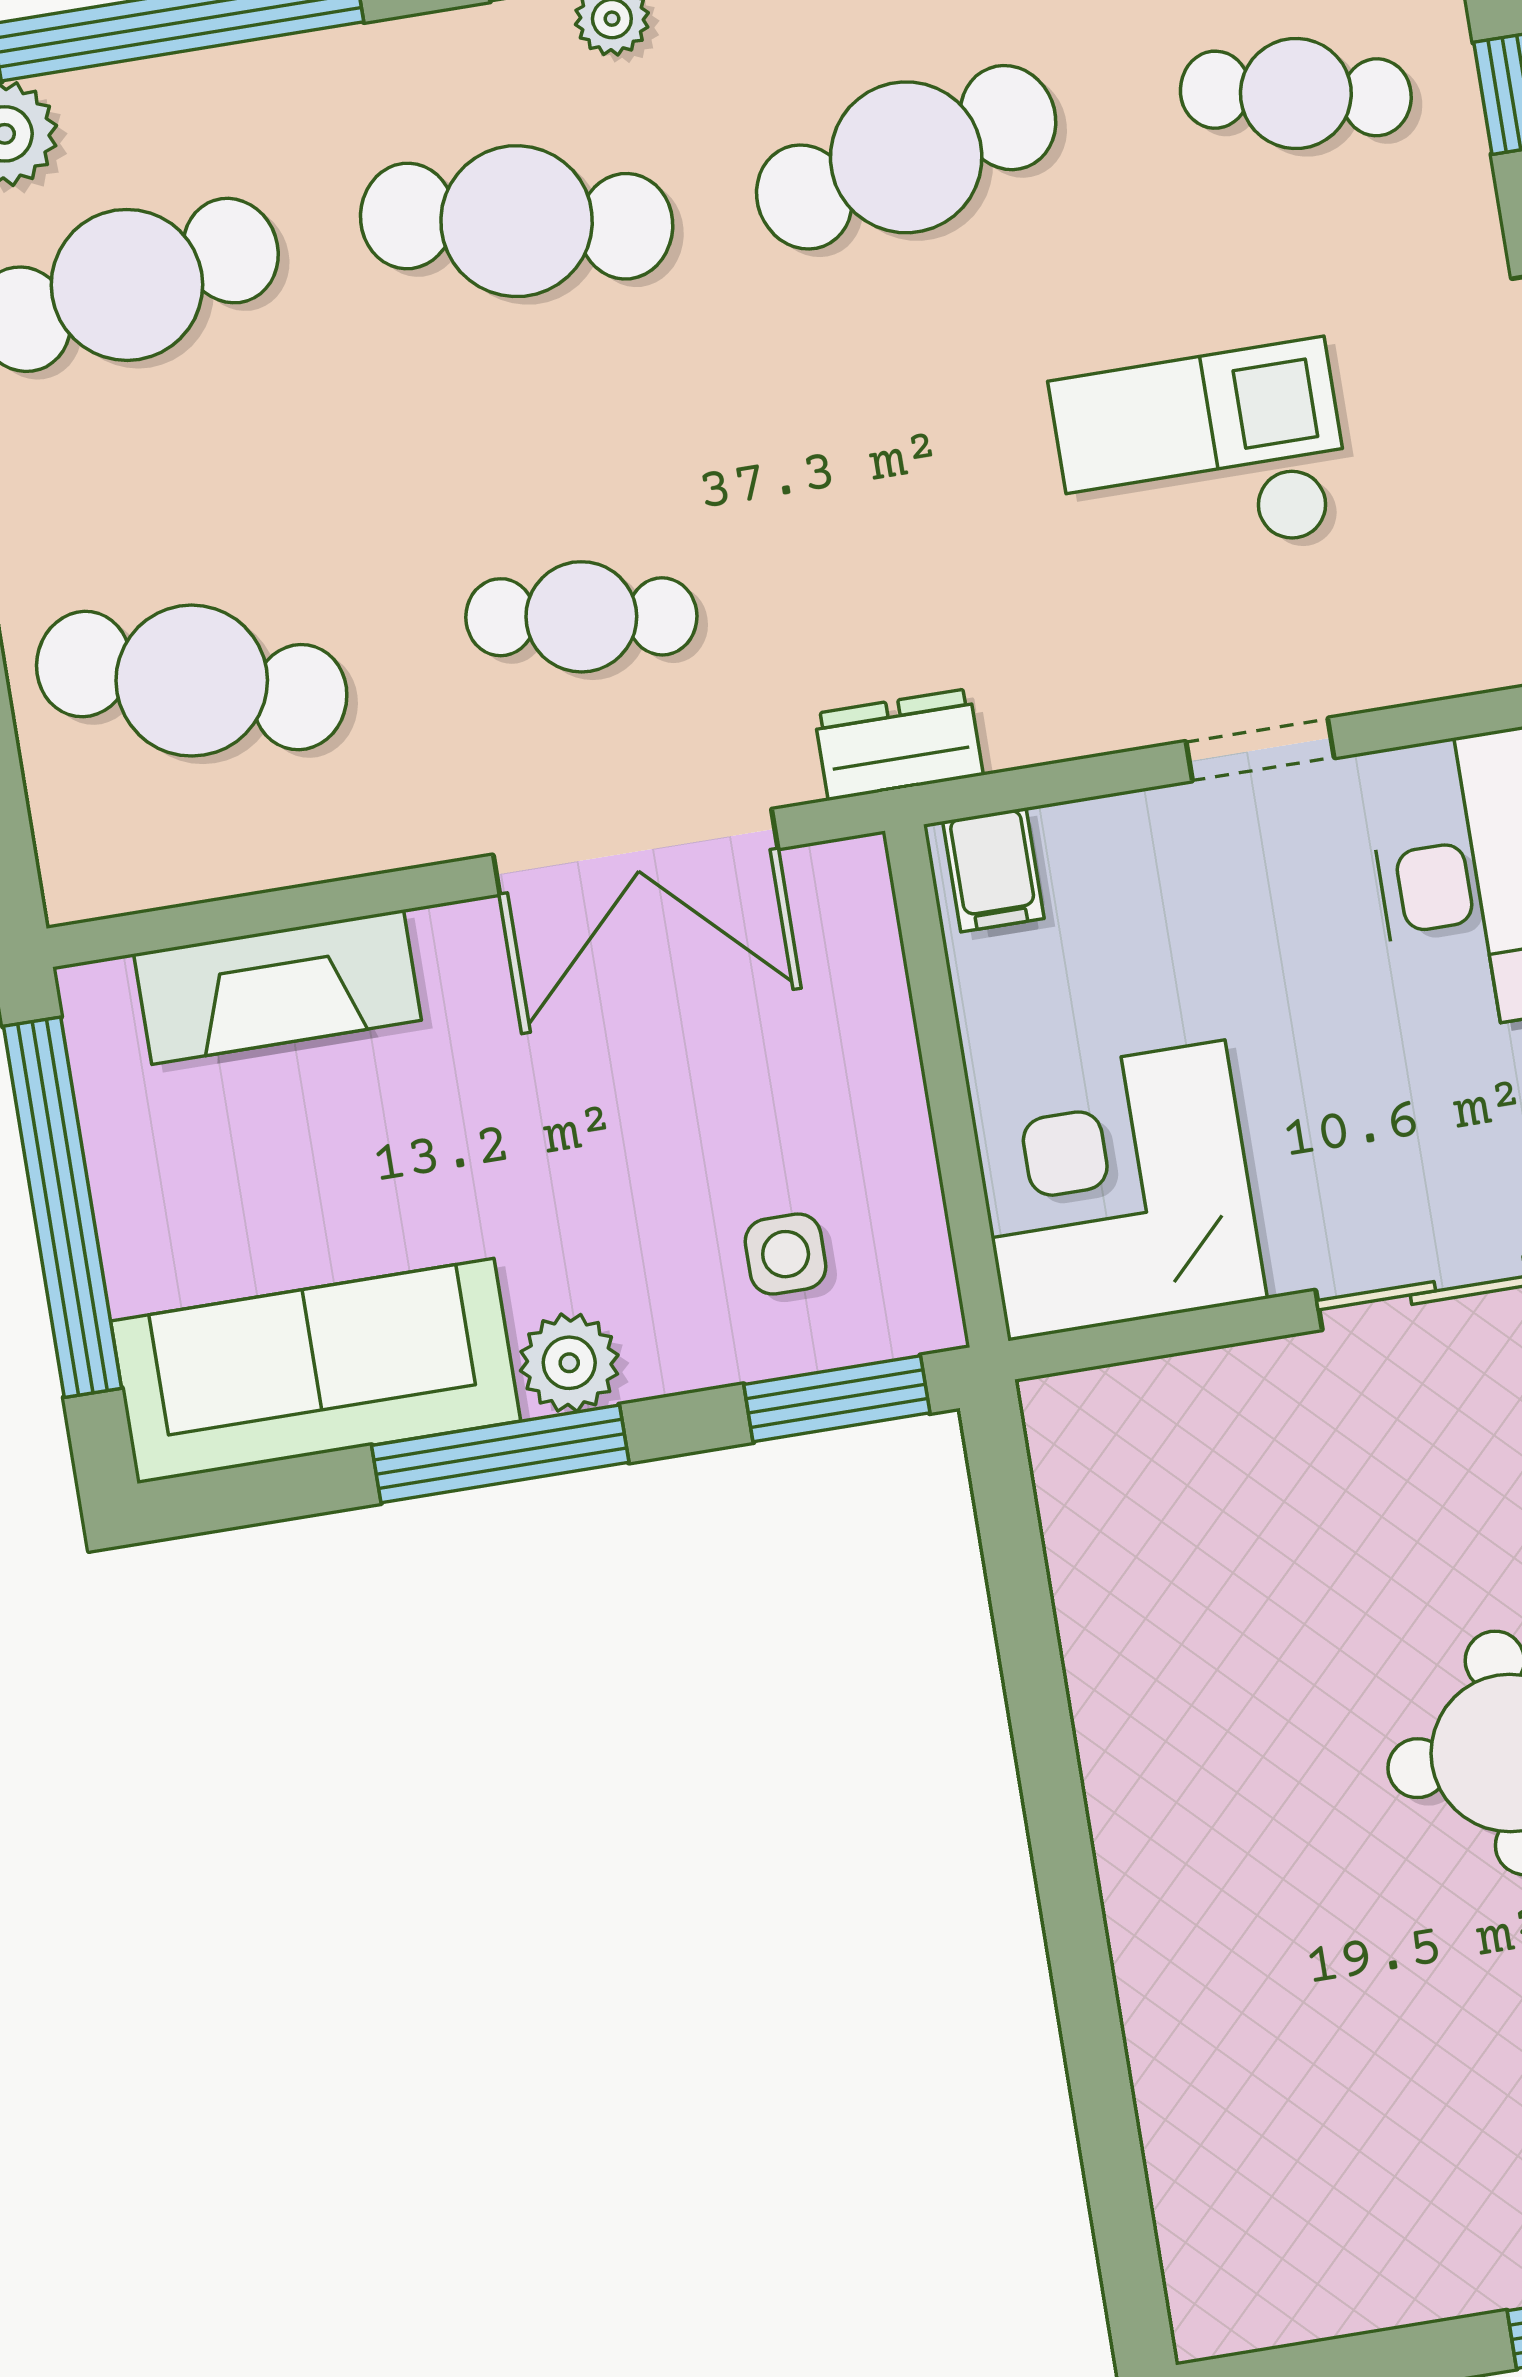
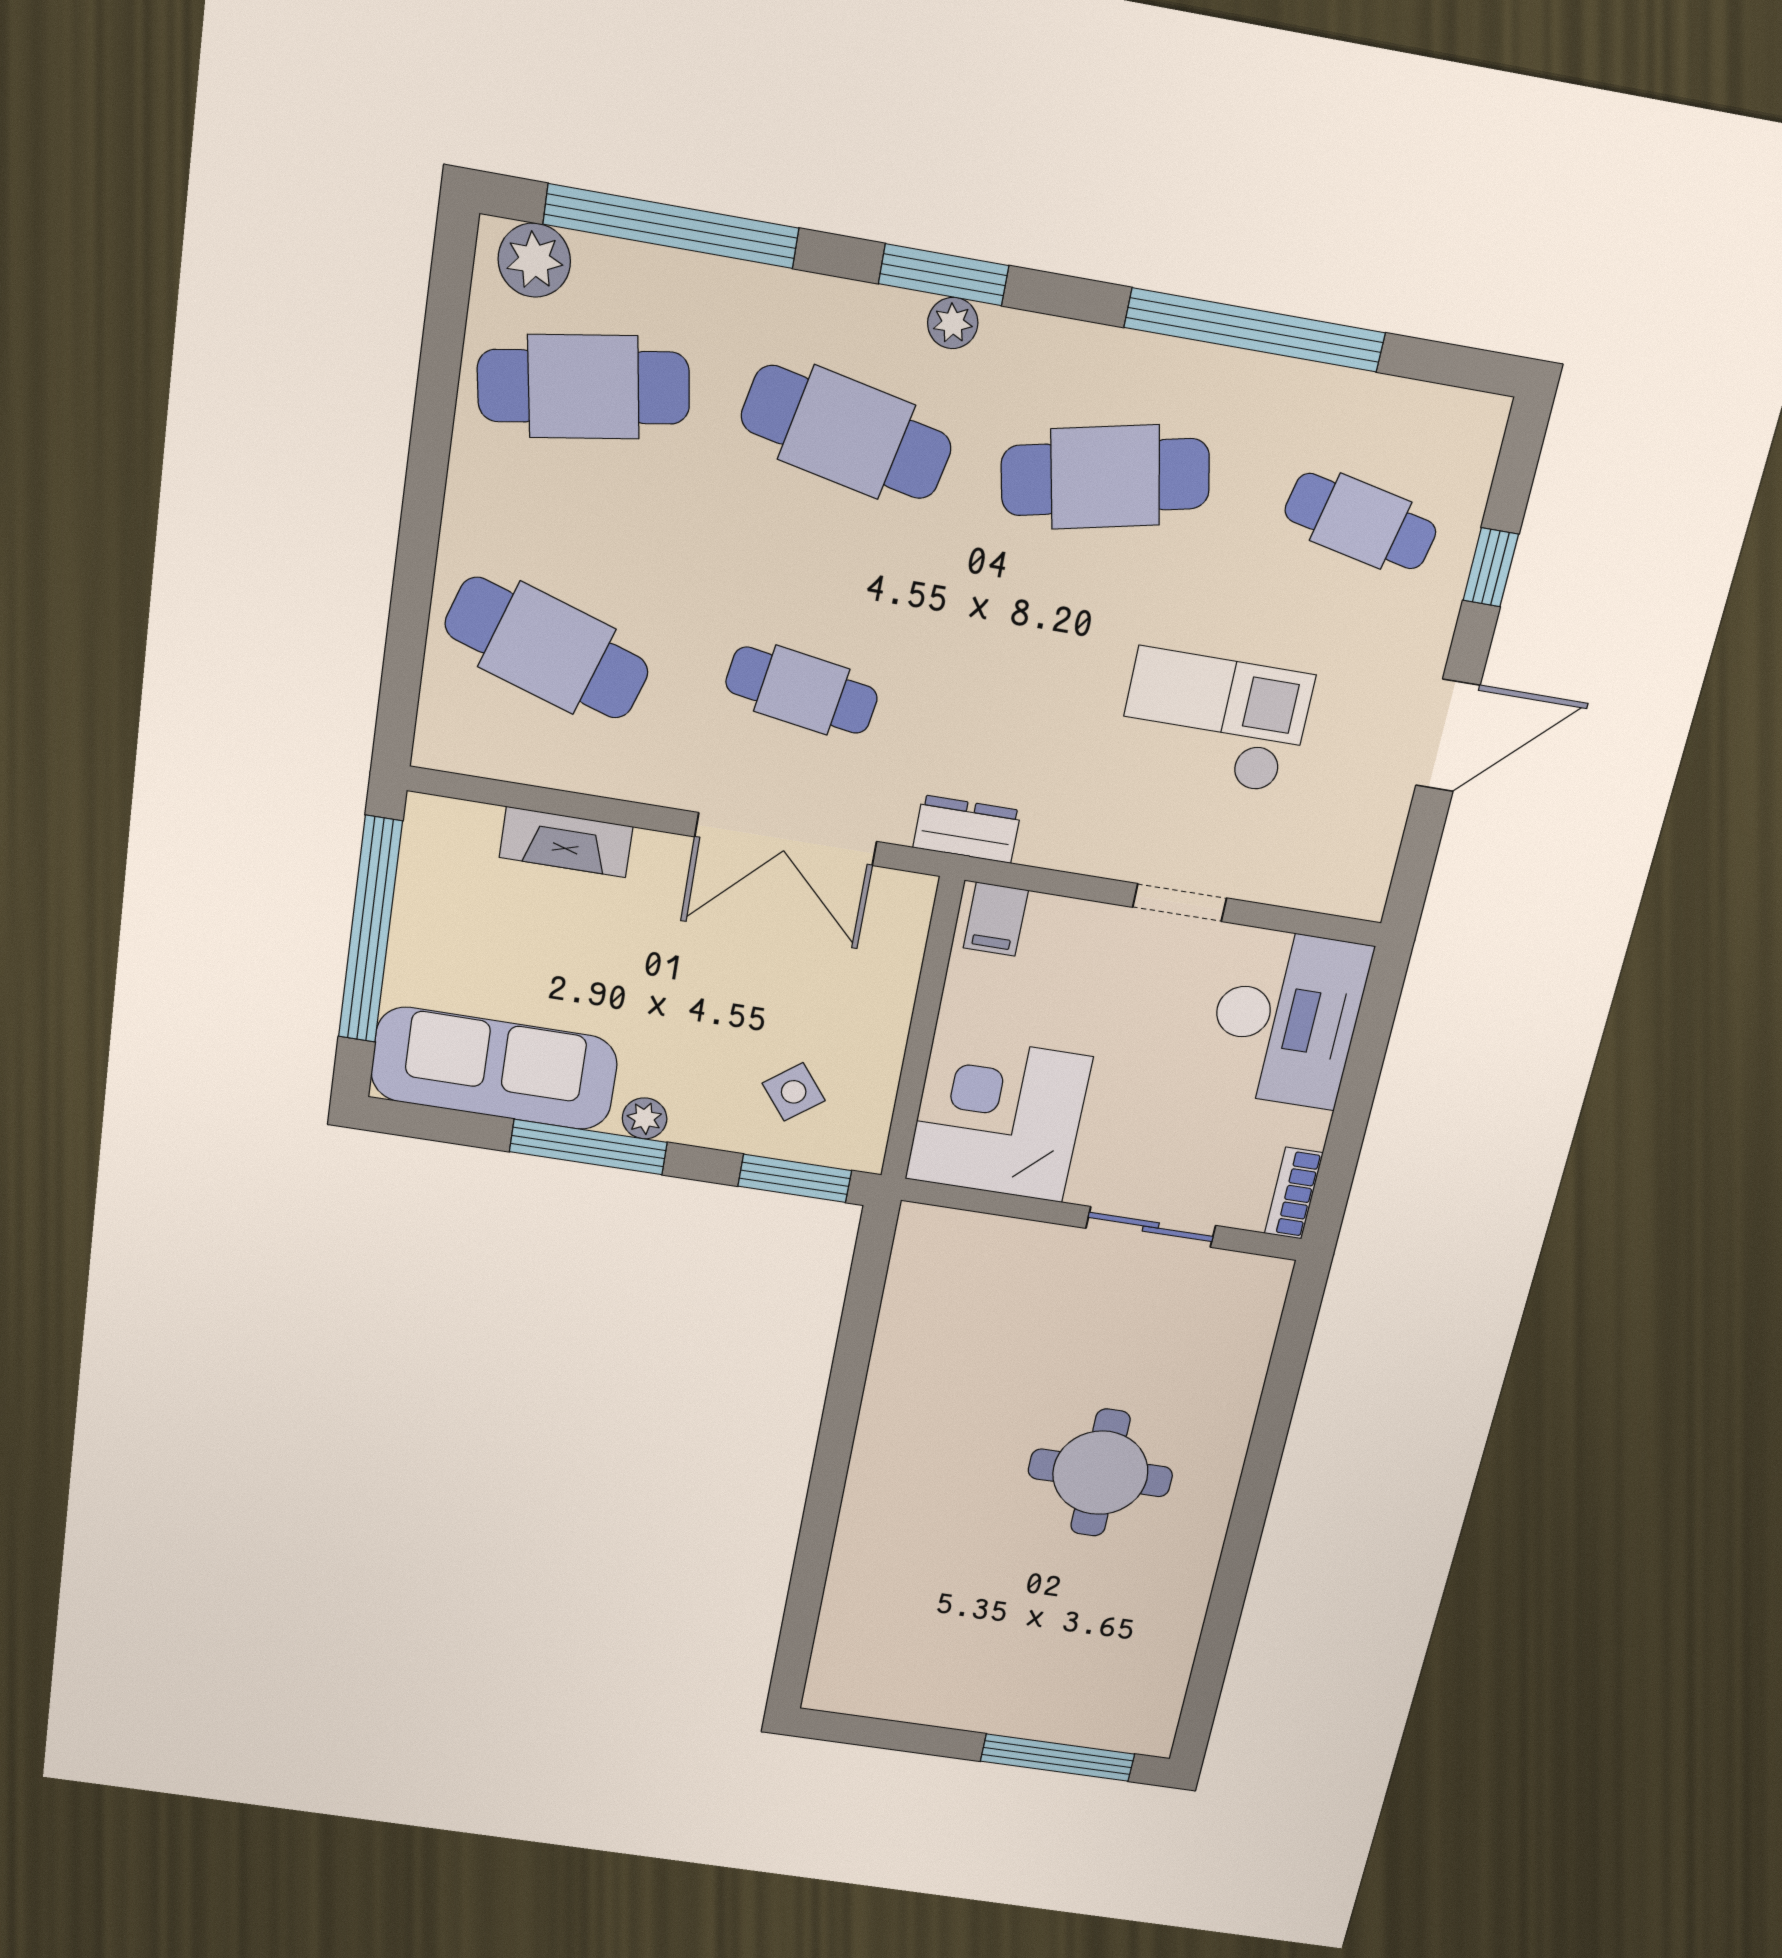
fireplace: (278, 987) -> (566, 842), width x0.73, depth x0.76
side table: (786, 1254) -> (794, 1092), turned -38
plant: (569, 1363) -> (645, 1118), width x0.73, depth x0.73

